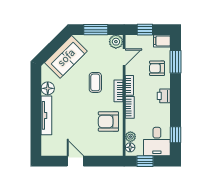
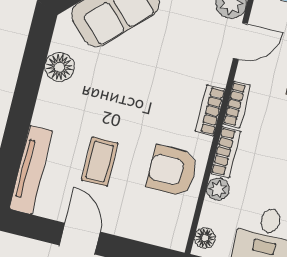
coffee table: (95, 82) -> (100, 162), moved
tv unit: (46, 115) -> (31, 170), moved
plant: (130, 137) -> (218, 189), moved

